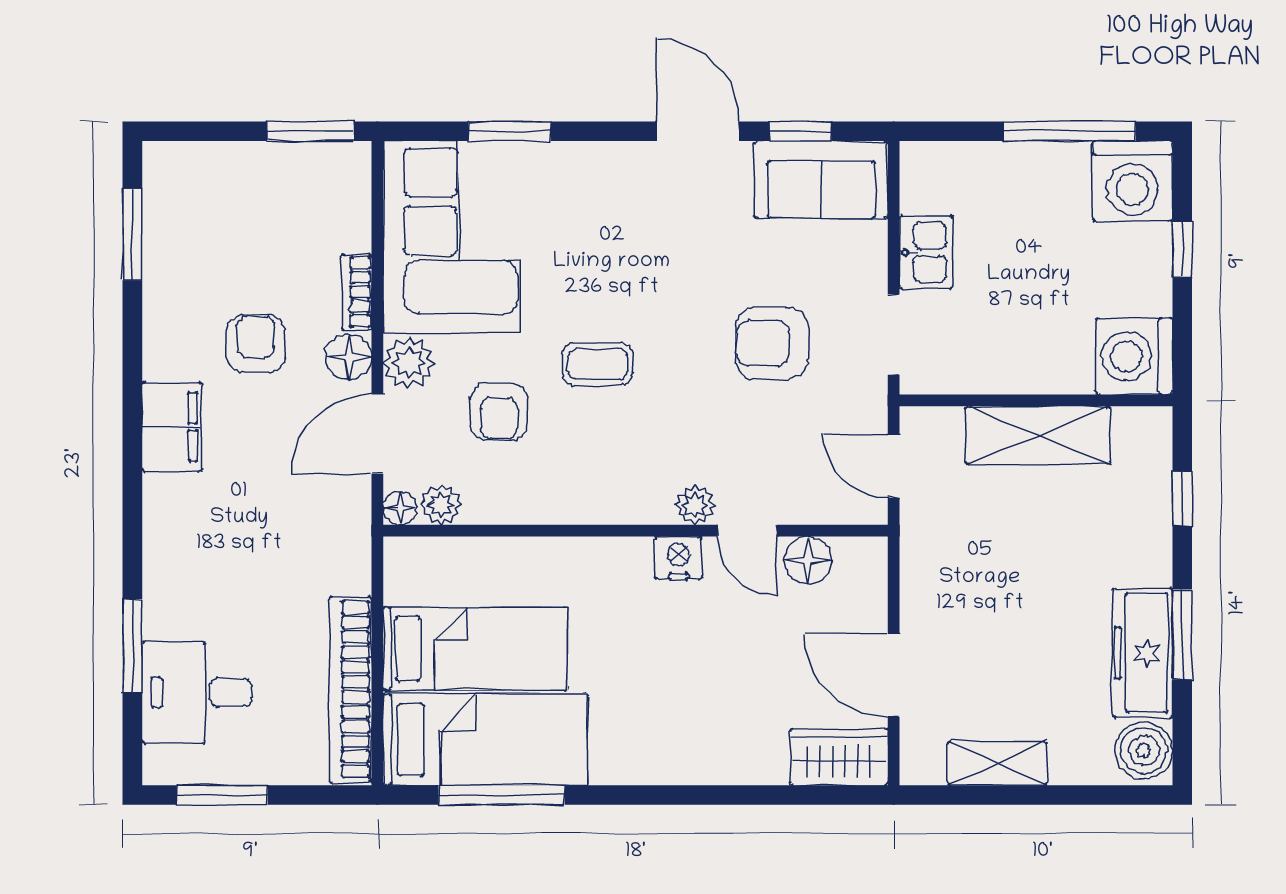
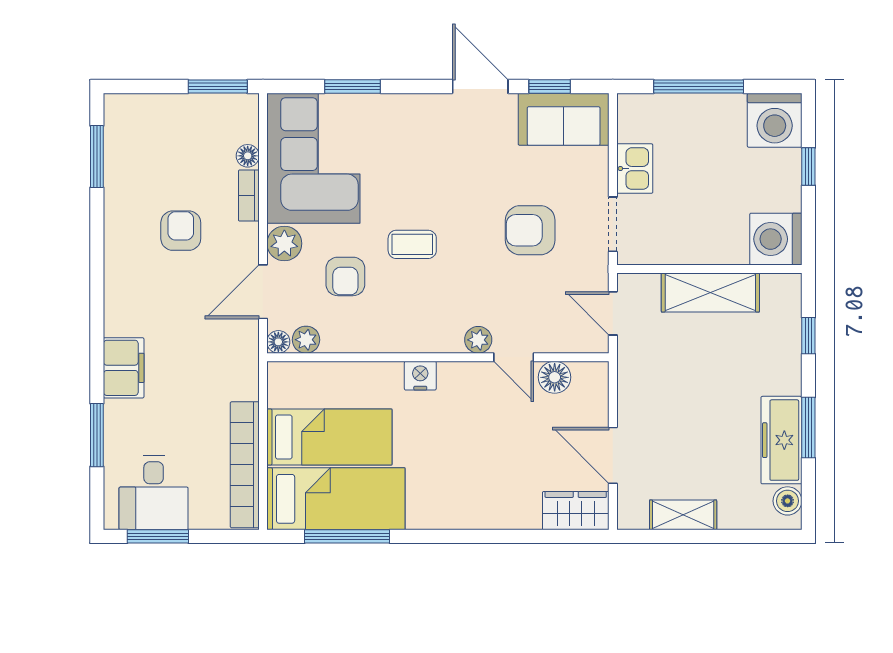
window: (1070, 131) -> (699, 87), moved
floor lamp: (349, 357) -> (248, 156), moved, width x0.73, depth x0.73
filing cabinet: (172, 427) -> (124, 368), moved
nightstand: (679, 558) -> (420, 376), moved
desk: (197, 692) -> (154, 493), moved, turned -90
boiler: (1144, 750) -> (788, 501), width x0.73, depth x0.73

